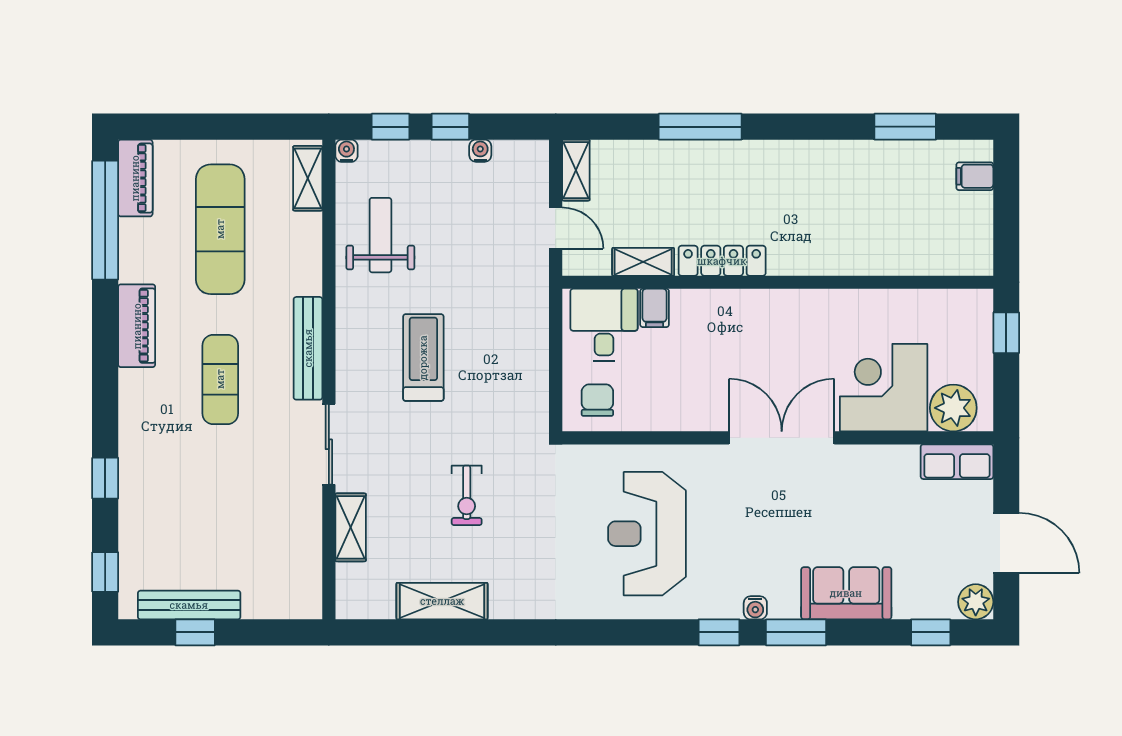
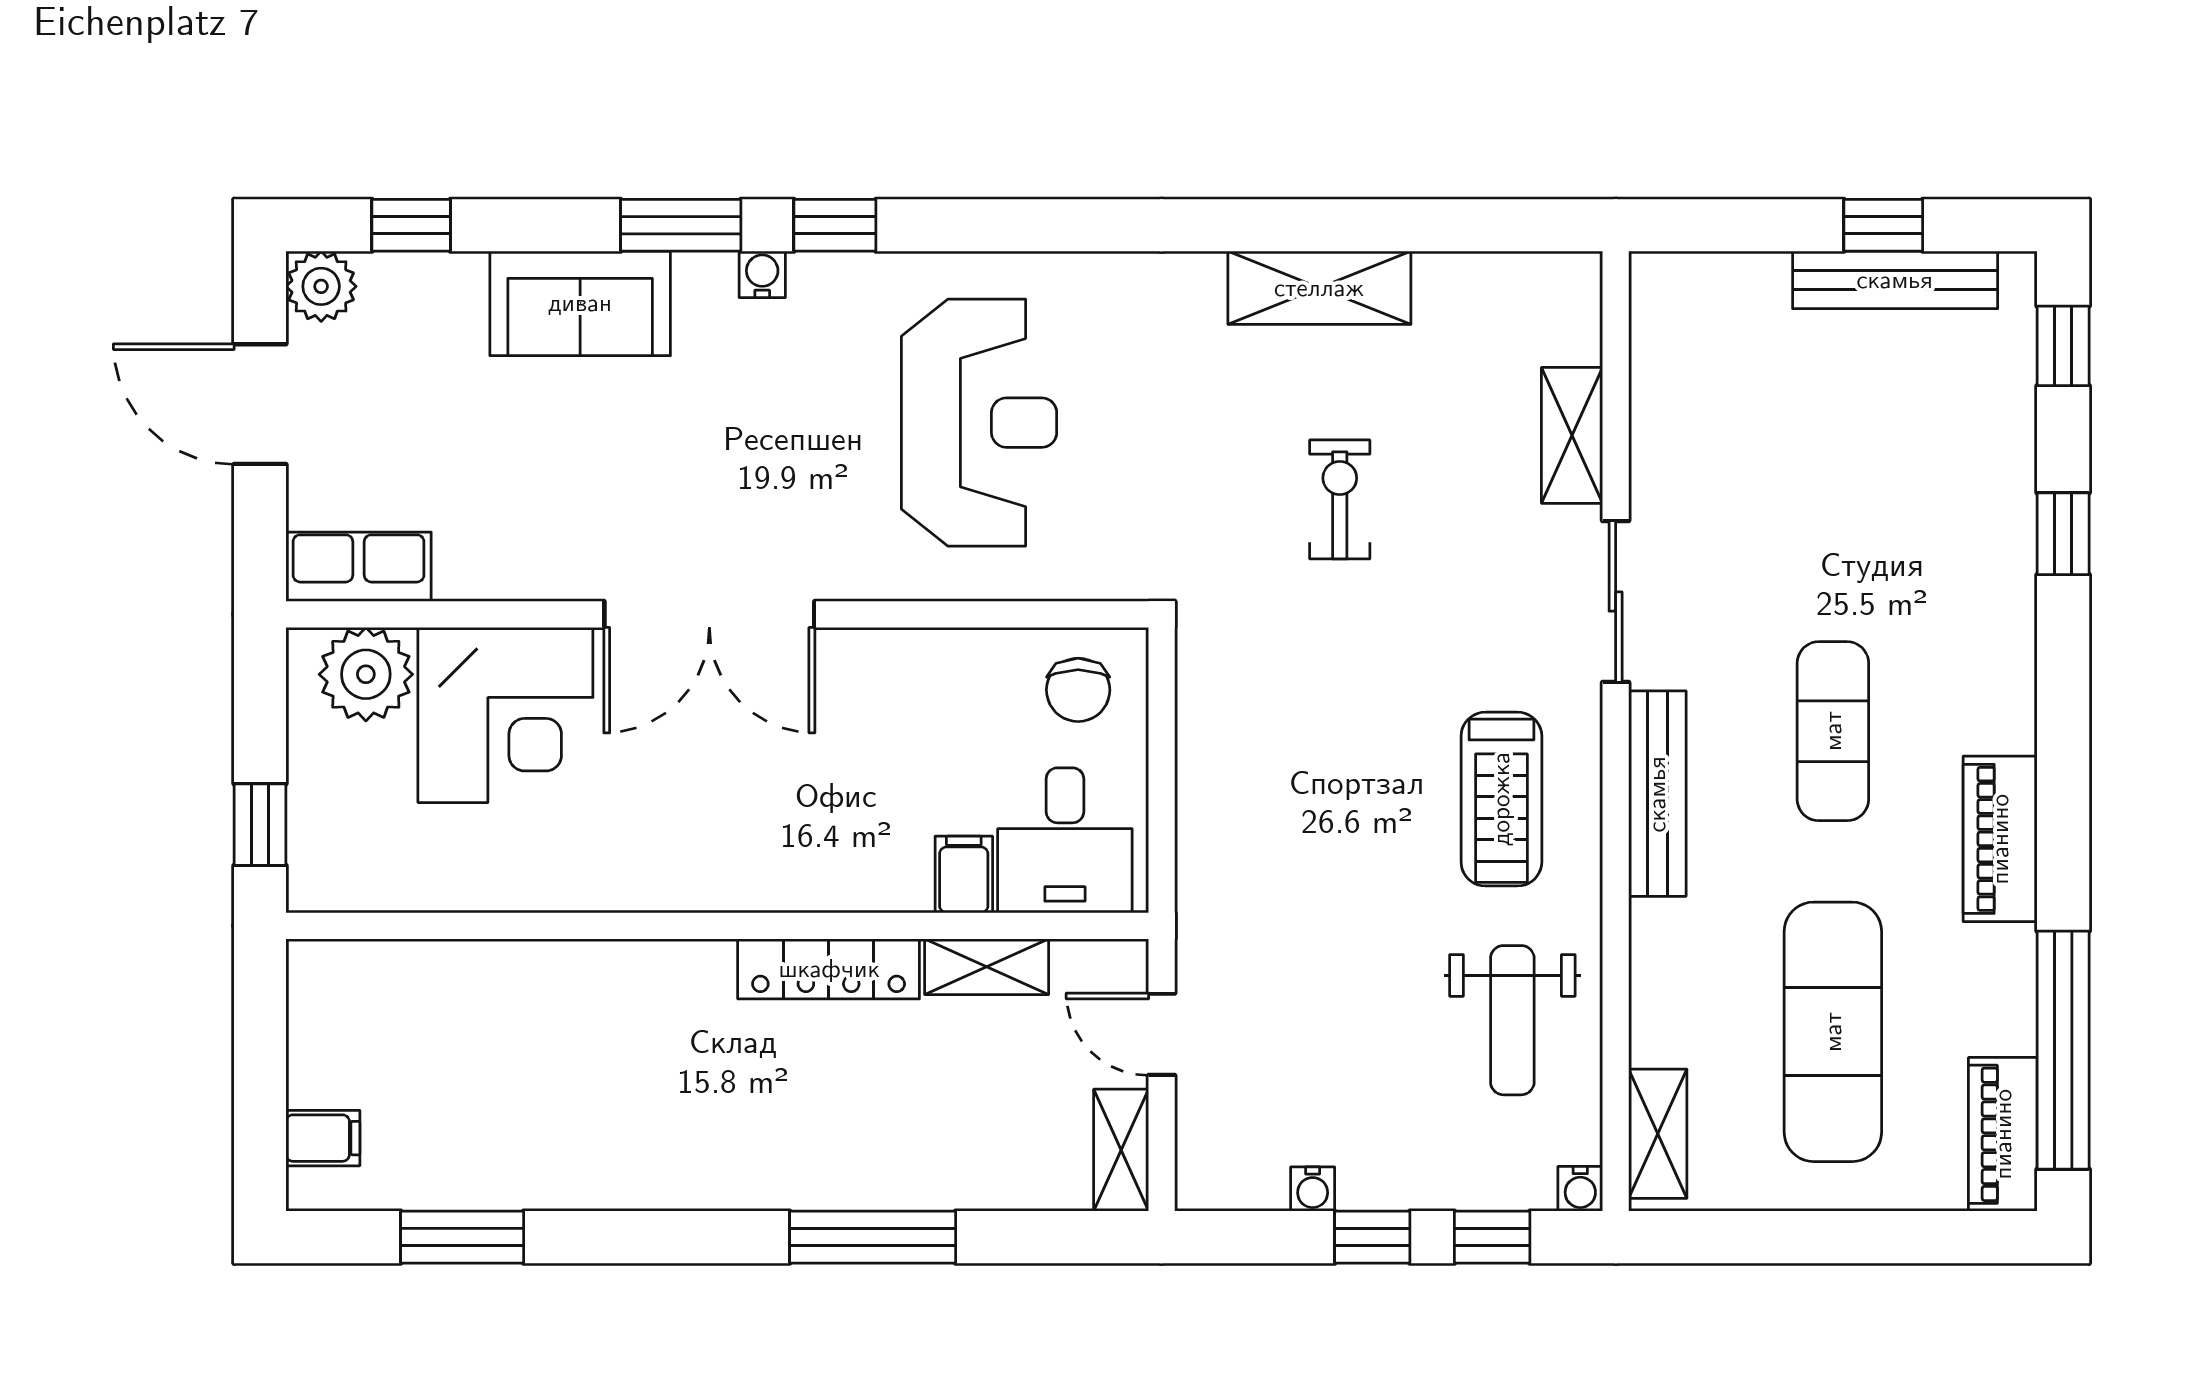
treadmill: (423, 358) -> (1501, 799), moved
shelving: (442, 601) -> (1319, 288), moved

